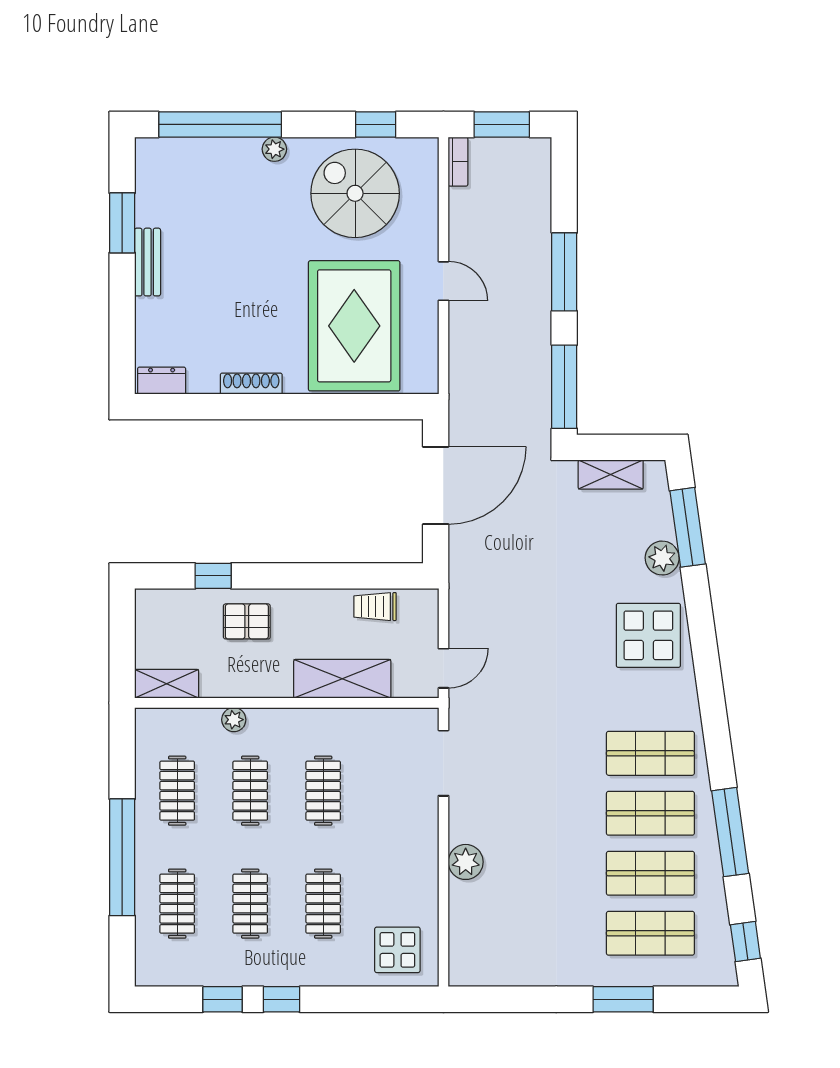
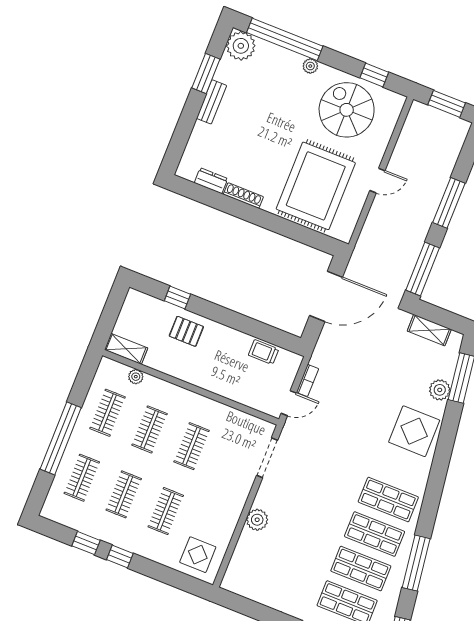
plant: (158, 160) -> (241, 46), added
bookcase: (458, 162) -> (307, 380), moved
door: (443, 281) -> (377, 181), hinge flipped
dresser: (162, 381) -> (211, 181), moved
shelving: (342, 679) -> (228, 386), removed
plant: (234, 720) -> (136, 377), moved

